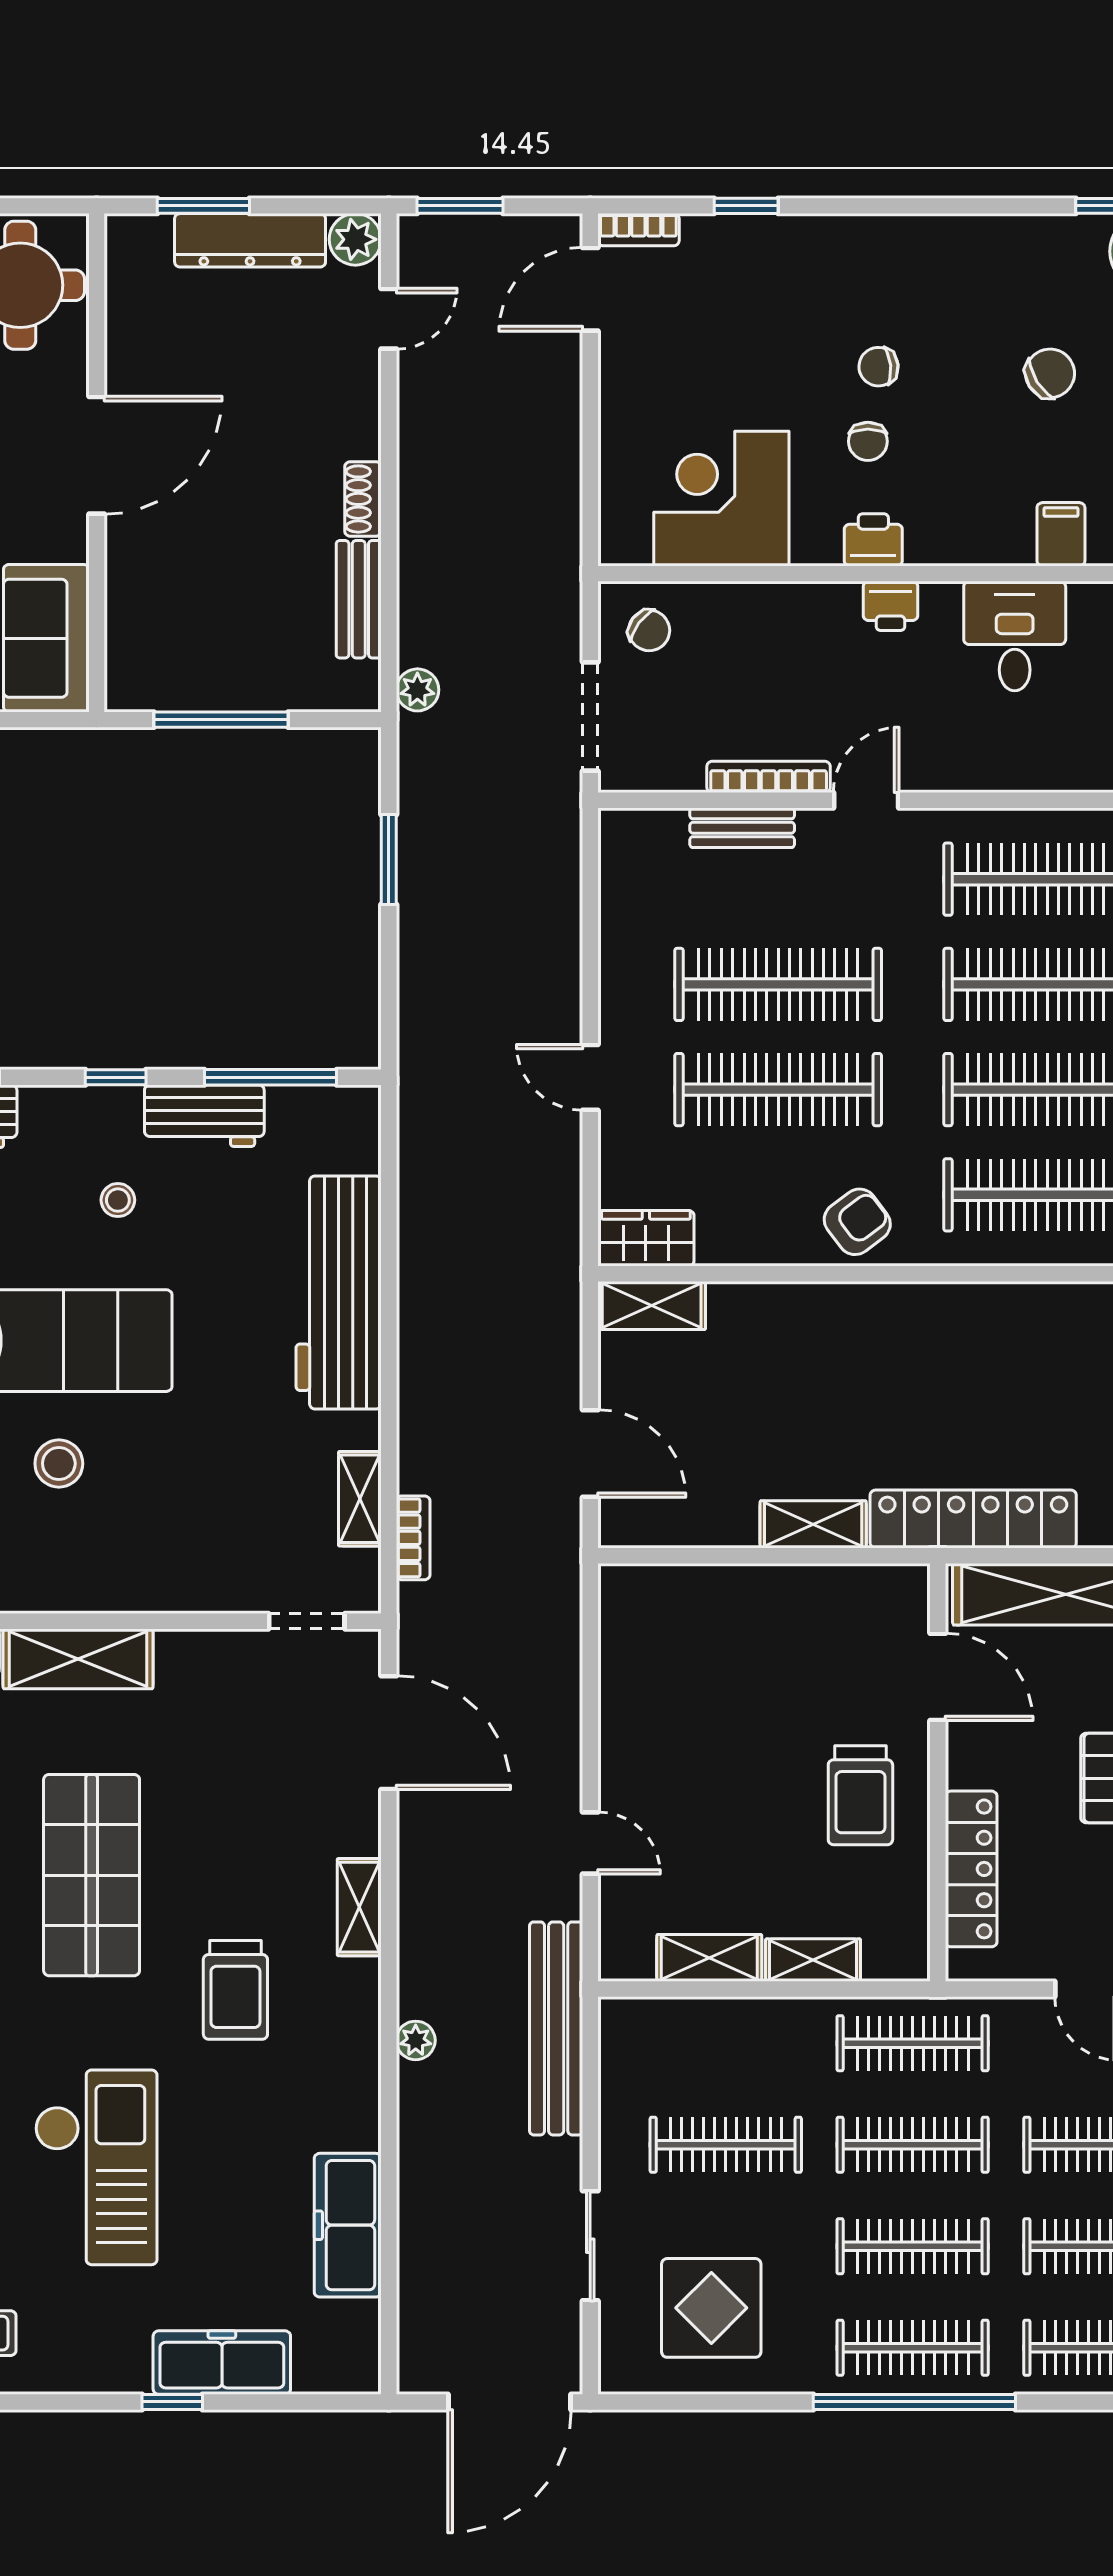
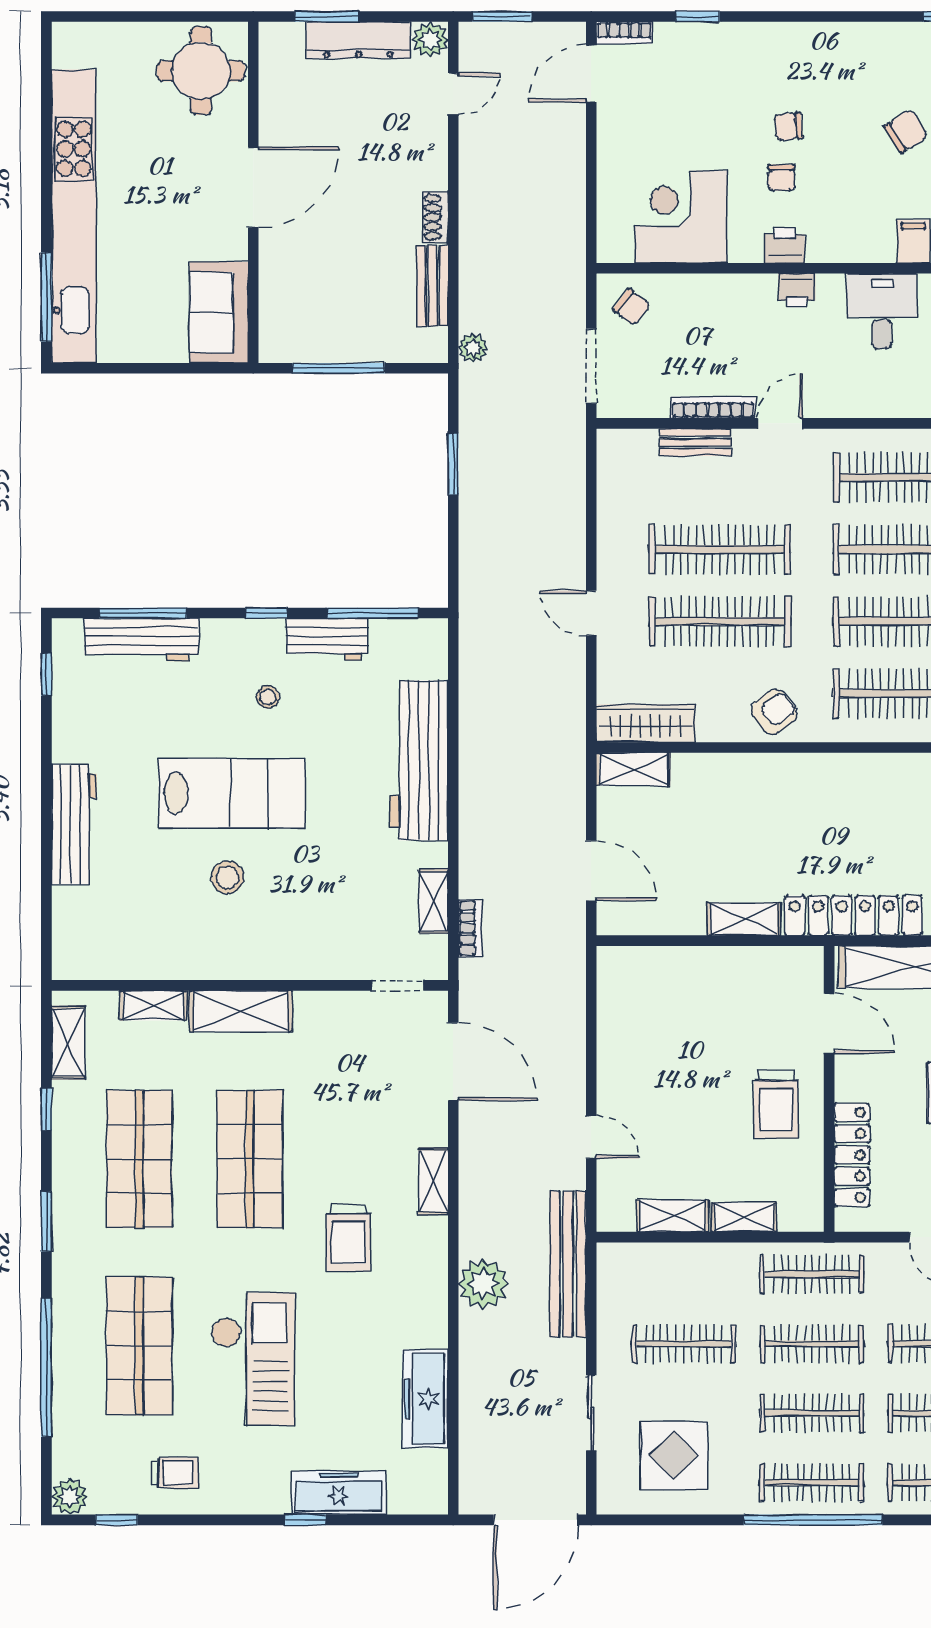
wardrobe: (646, 1238) -> (646, 723), width x1.50
plant: (416, 2040) -> (483, 1284), width x1.88, depth x1.88

